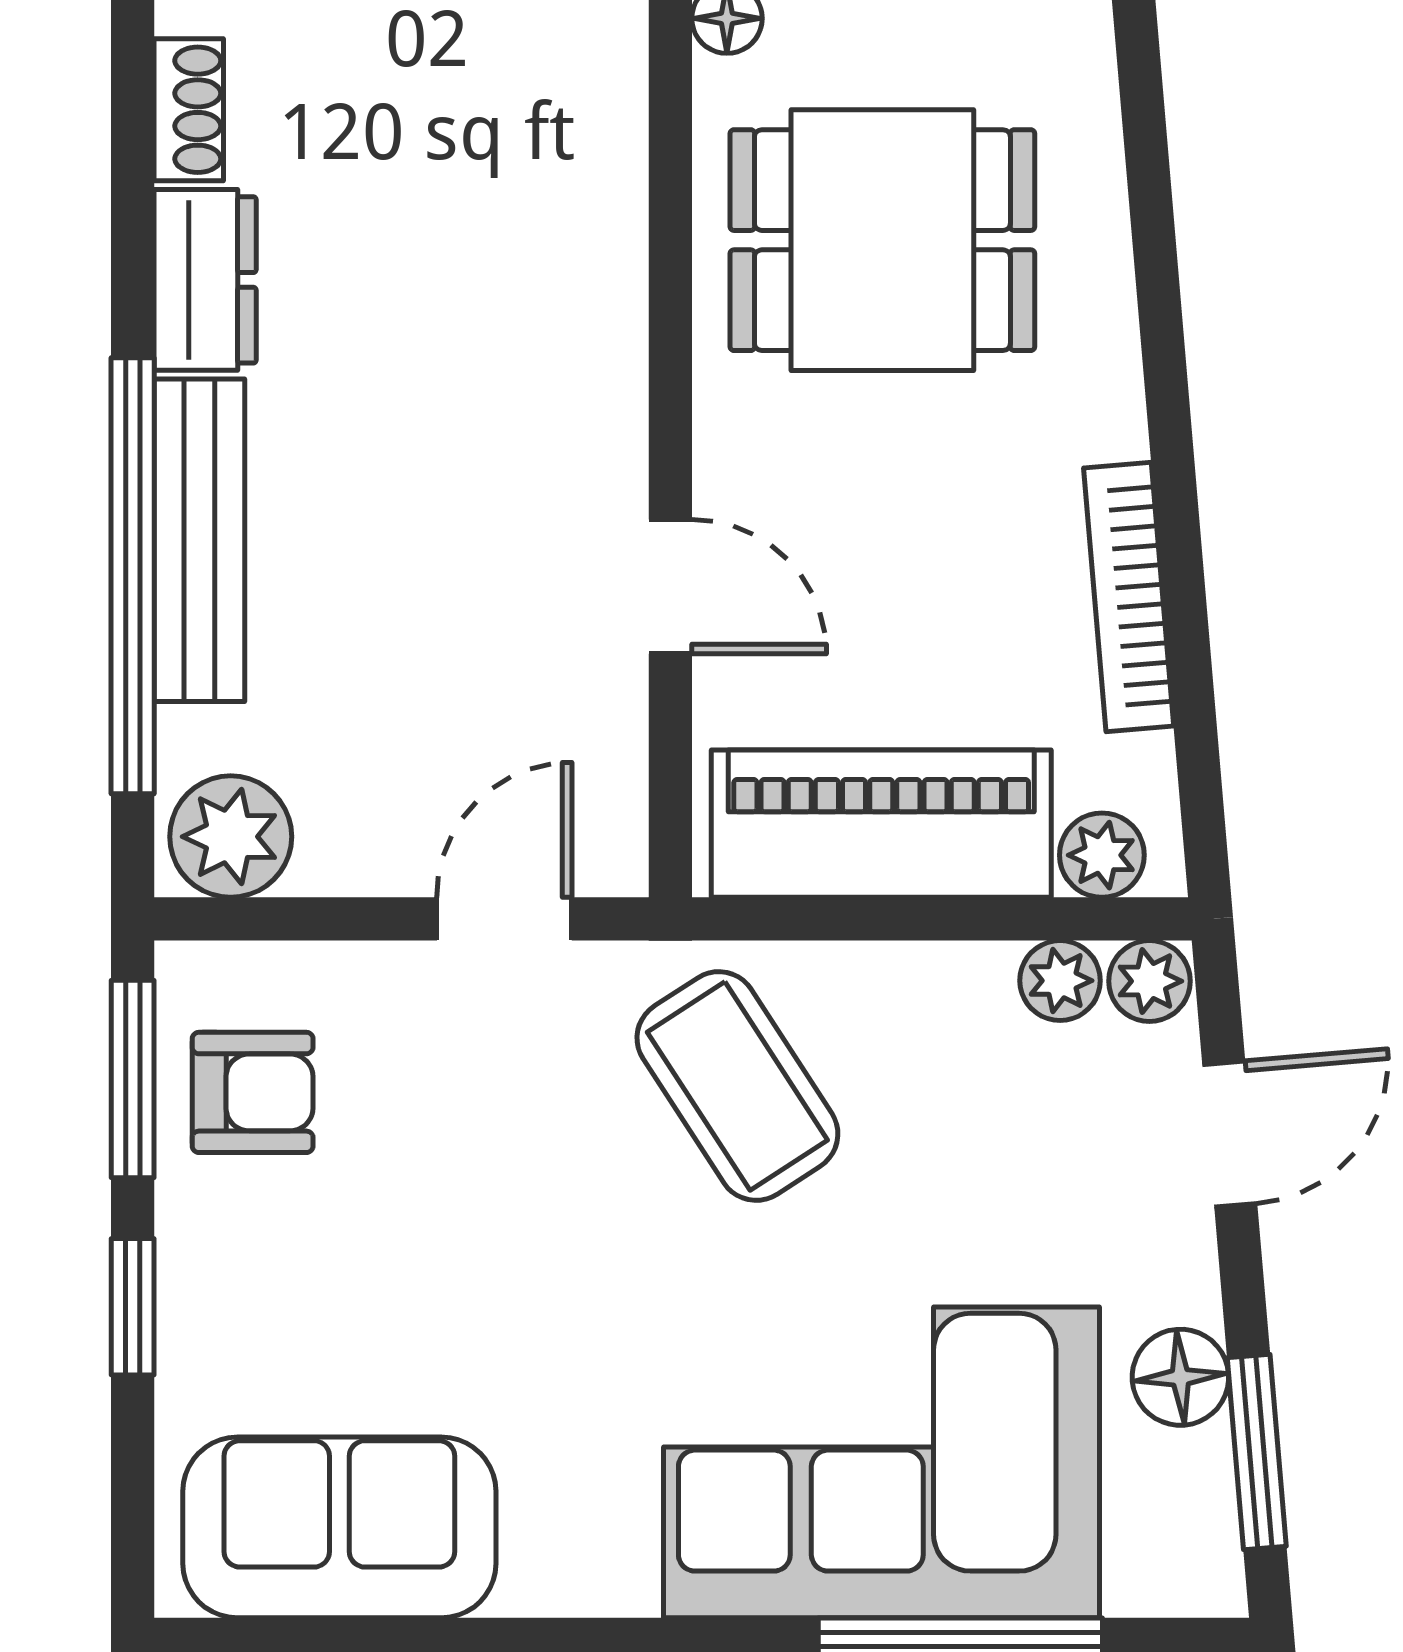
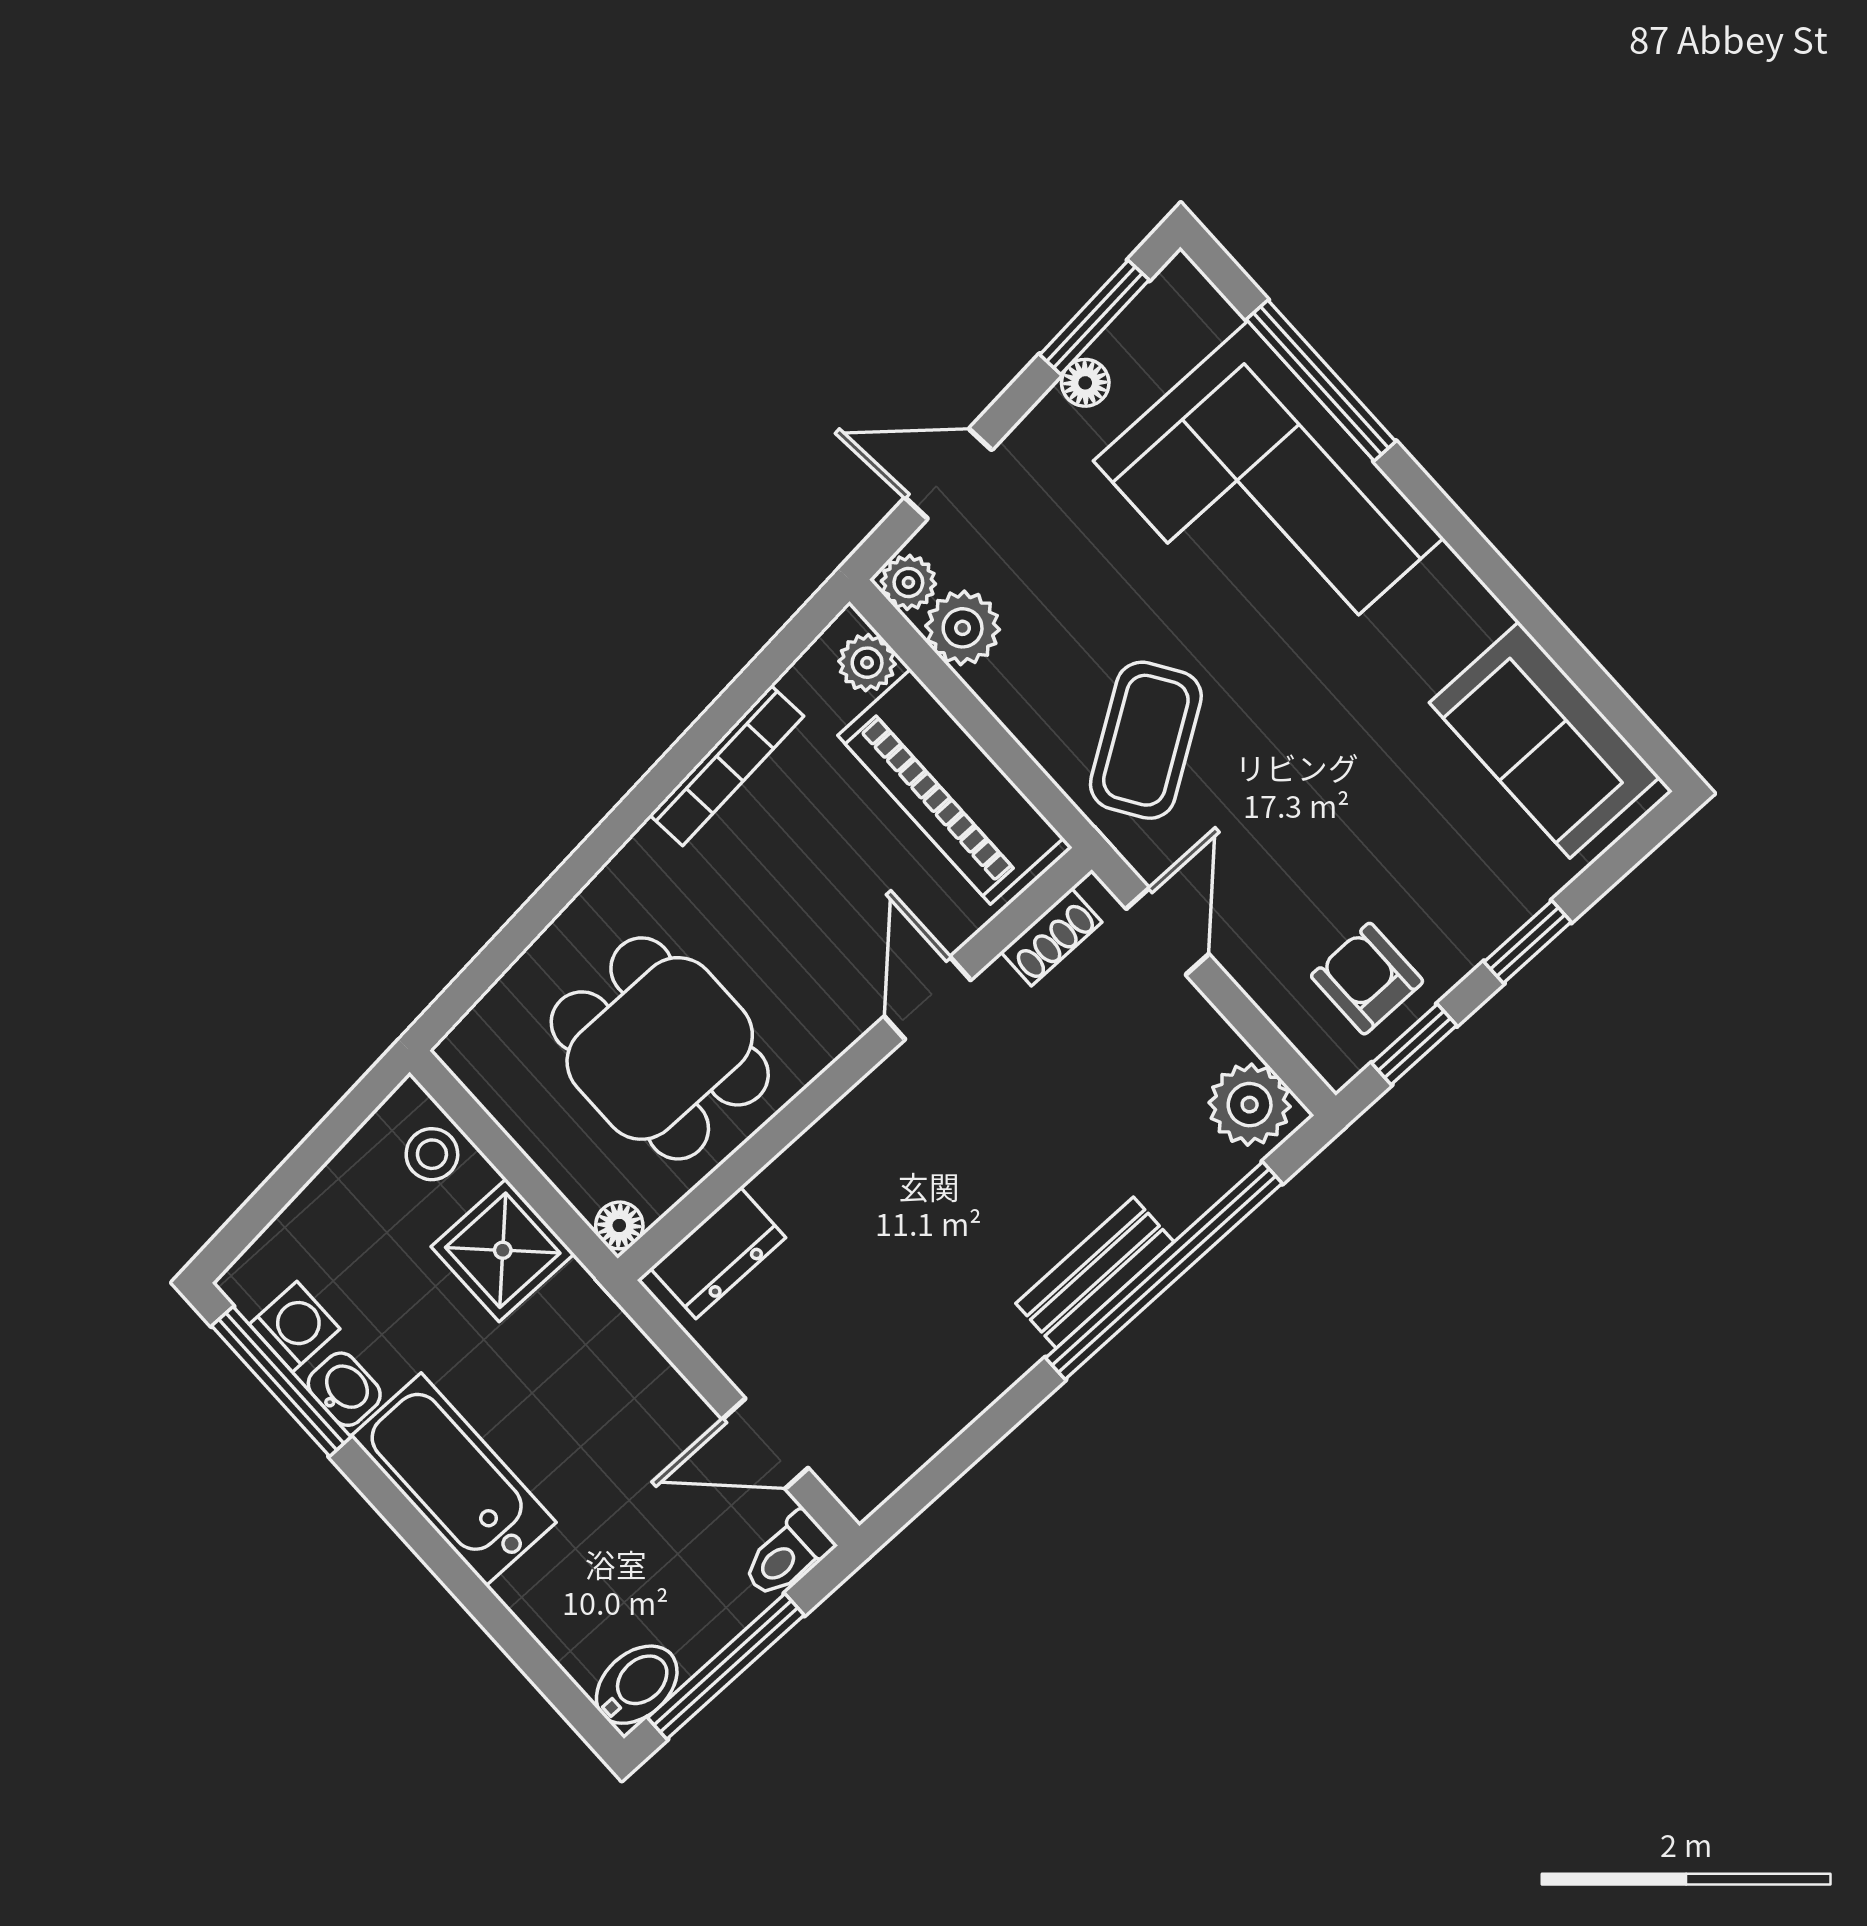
shoe rack: (189, 110) -> (1051, 937), moved, turned 180
dresser: (205, 280) -> (718, 1253), moved, turned 180
bench: (199, 540) -> (1095, 1273), width x0.73
door: (504, 919) -> (1167, 931), swing flipped
plant: (1060, 981) -> (963, 628), width x1.38, depth x1.38
window: (133, 1079) -> (1414, 1044), width x0.67
floor lamp: (1180, 1377) -> (1085, 383), width x0.73, depth x0.73

